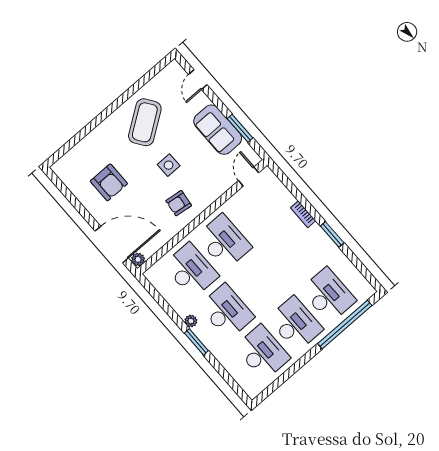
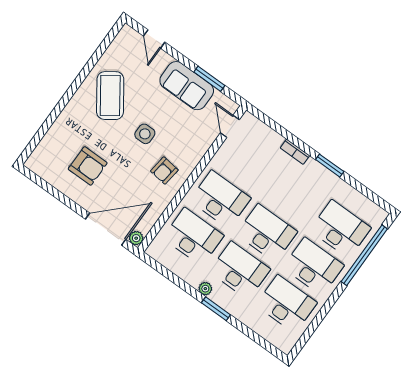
desk: (260, 283) -> (267, 233), added

